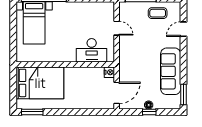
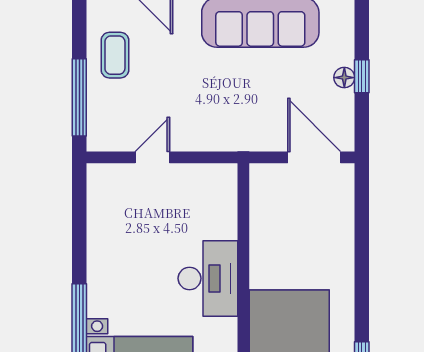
desk: (92, 50) -> (208, 278), moved
nightstand: (109, 72) -> (263, 175), removed

